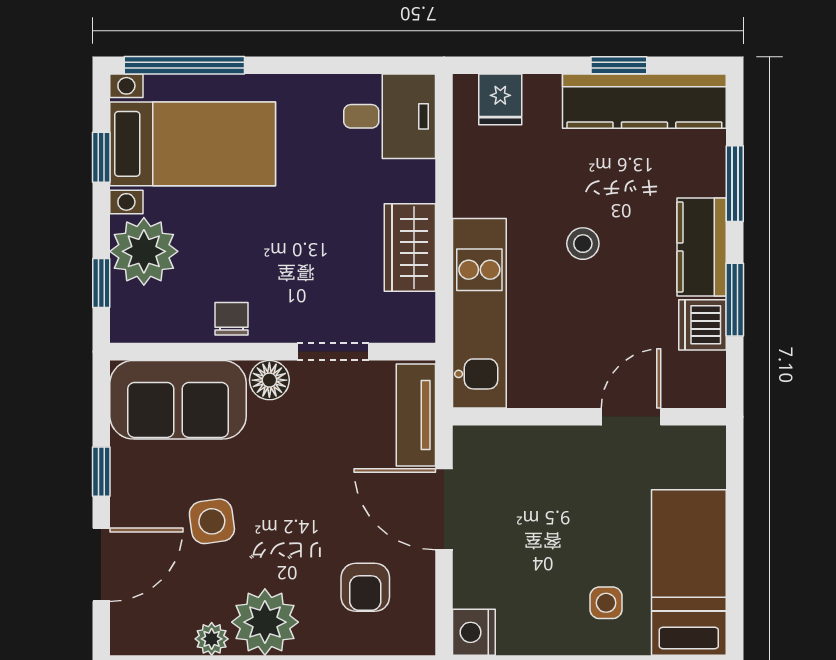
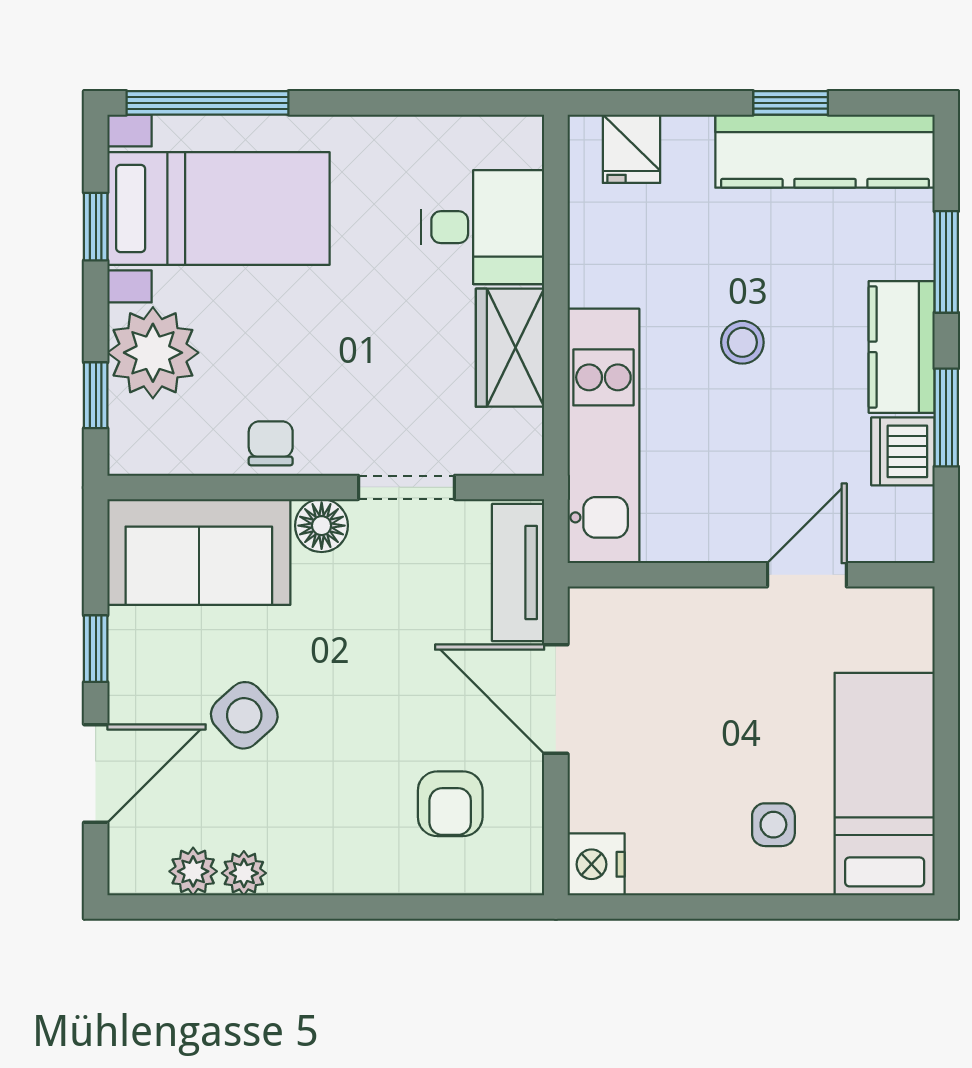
desk: (390, 116) -> (483, 227), moved
side table: (212, 521) -> (244, 715), turned -34
plant: (265, 622) -> (193, 871), moved, width x0.53, depth x0.53

